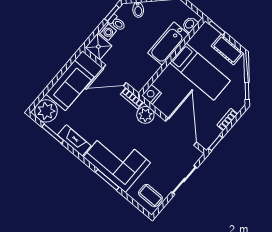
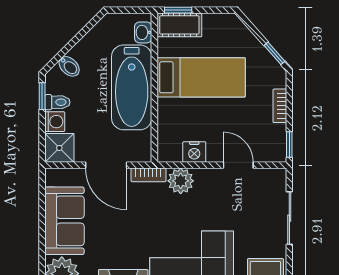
bathtub: (168, 44) -> (132, 87), width x1.36, depth x1.36
cot: (227, 50) -> (179, 25), moved
door: (115, 75) -> (106, 165), hinge flipped
nightstand: (152, 94) -> (194, 152), moved, turned -90
door: (181, 132) -> (238, 165), width x0.53

